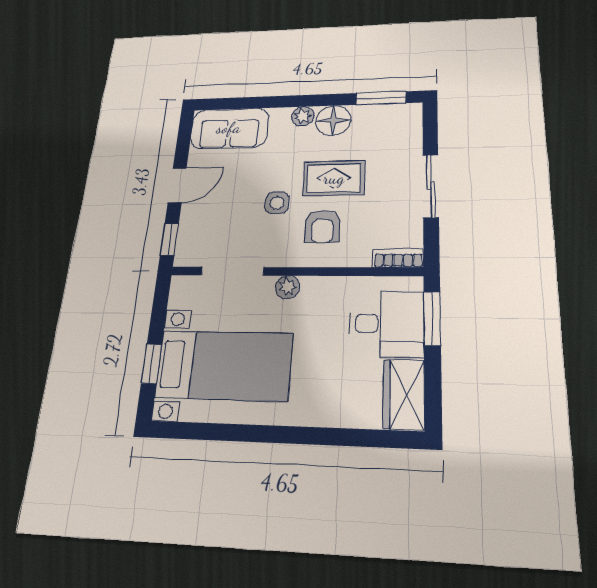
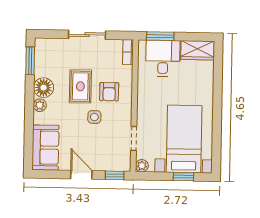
armchair: (322, 226) -> (109, 92), turned 90
doorway: (233, 271) -> (134, 139), width x0.73
plant: (287, 287) -> (142, 166), moved

